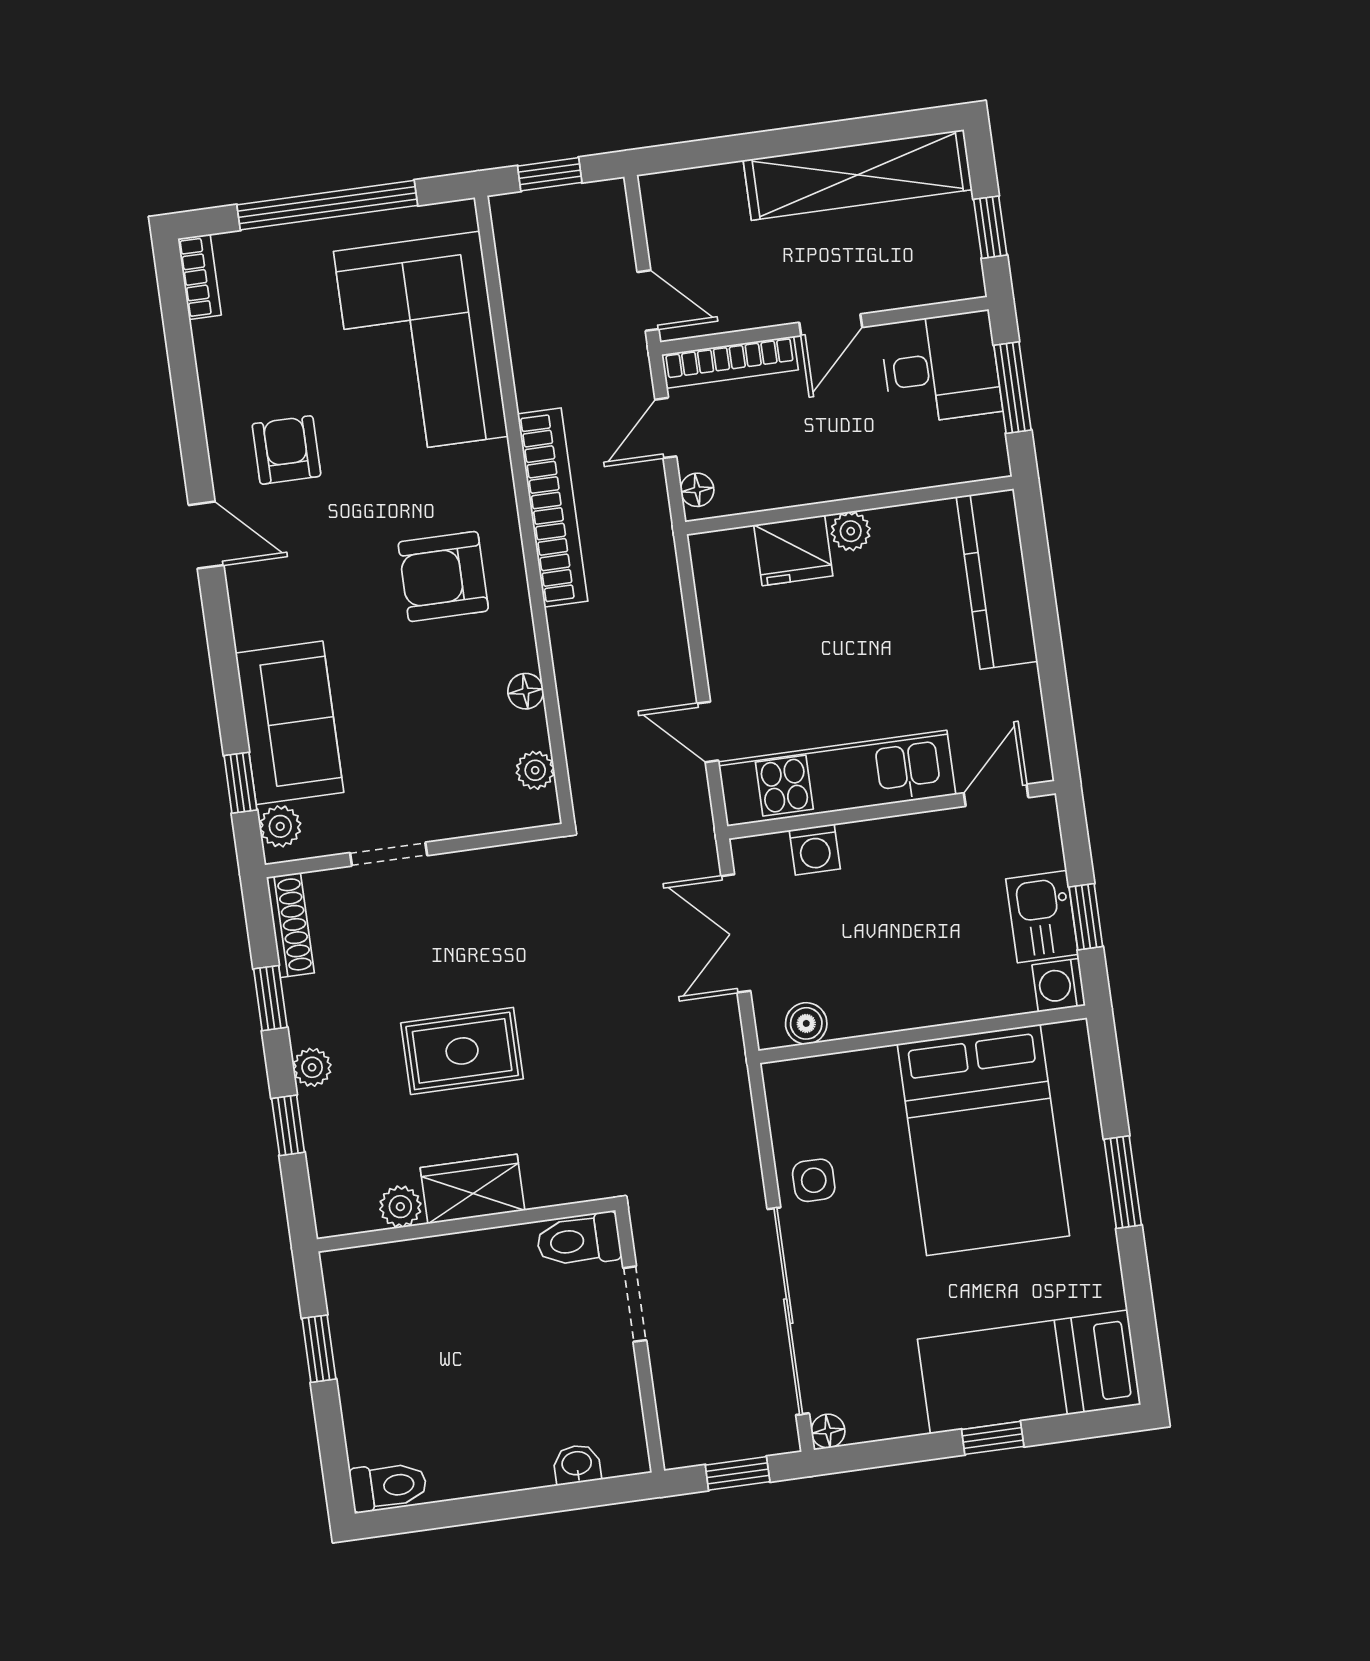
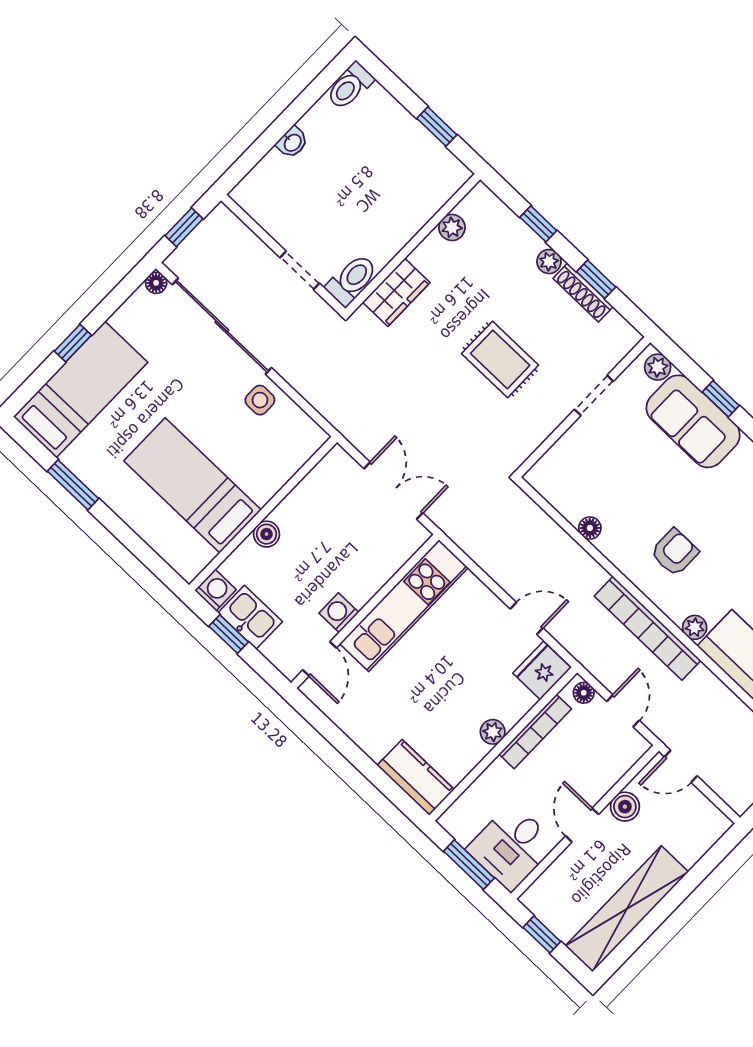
boiler: (758, 306) -> (625, 807), added
bookcase: (730, 362) -> (535, 731), moved, turned 180
fridge: (793, 550) -> (542, 670), moved
armchair: (443, 576) -> (674, 552), width x0.72, depth x0.72
kitchen counter: (997, 579) -> (416, 777), width x0.67
door: (708, 732) -> (527, 618), moved
plant: (535, 770) -> (695, 627), moved
window: (240, 783) -> (721, 399), moved
washing machine: (815, 849) -> (339, 613), moved
shoe rack: (290, 925) -> (583, 293), moved
boiler: (806, 1023) -> (267, 534), moved
rug: (462, 1051) -> (500, 359), moved, turned 90
bed: (983, 1140) -> (193, 485), width x0.67
window: (1123, 1182) -> (73, 485), moved
wardrobe: (473, 1189) -> (396, 292), moved
washbasin: (577, 1464) -> (292, 142), moved

